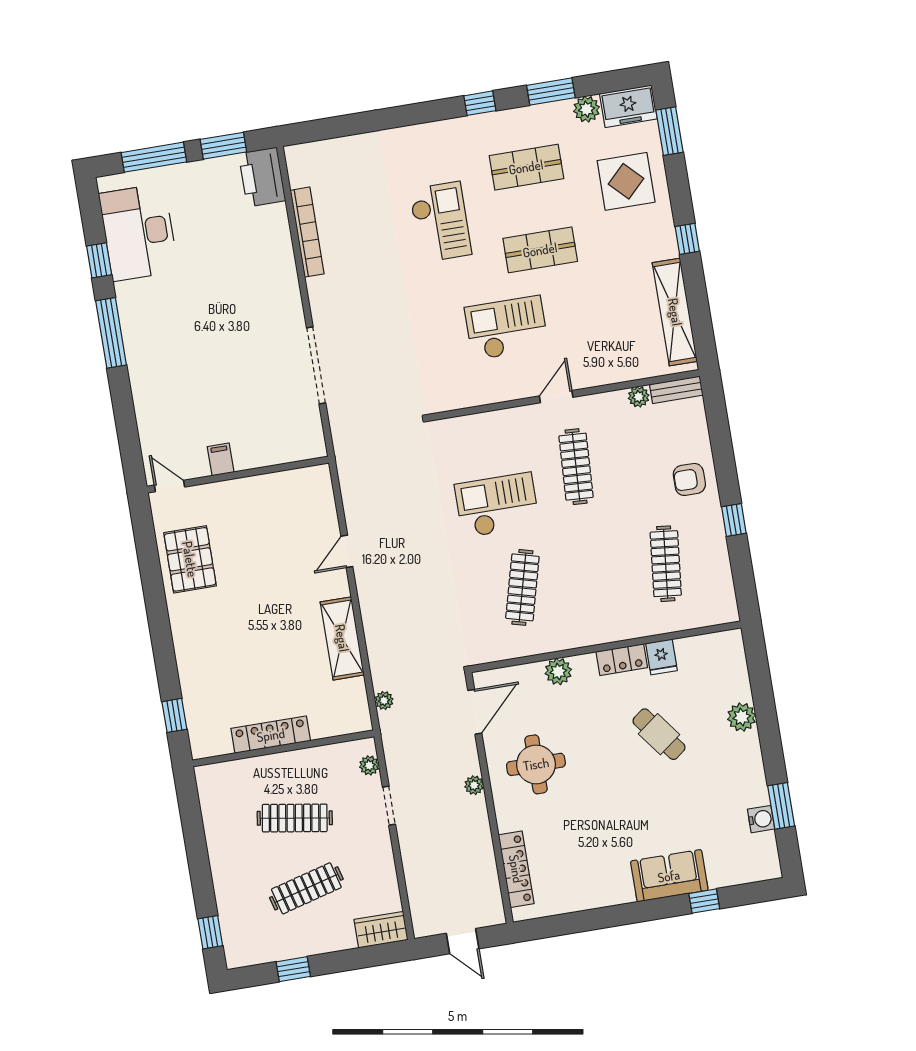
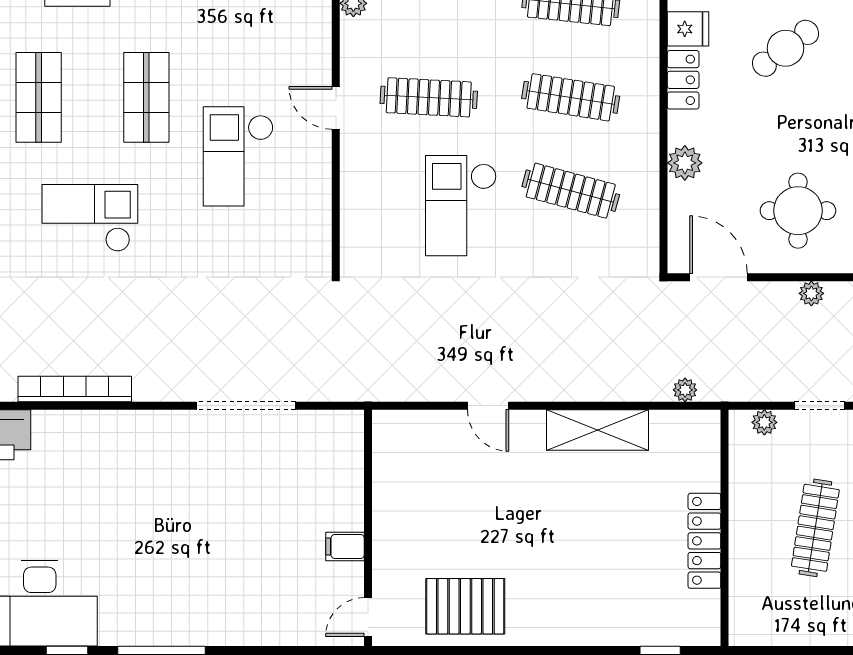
clothes rail: (594, 576) -> (571, 97), added

